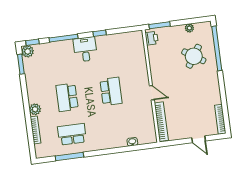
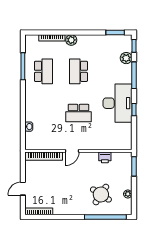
printer: (152, 38) -> (105, 157), moved
desk: (85, 49) -> (118, 103), width x1.87, depth x1.30
plant: (28, 51) -> (126, 58), moved
school desk: (67, 97) -> (78, 71), turned -90

